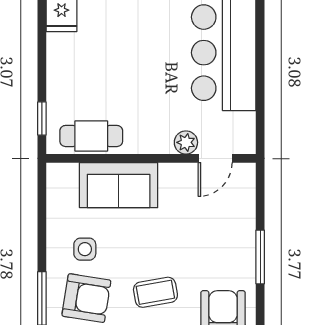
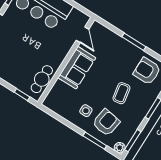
plant: (186, 142) -> (69, 43), removed
sofa: (119, 185) -> (77, 68), moved

